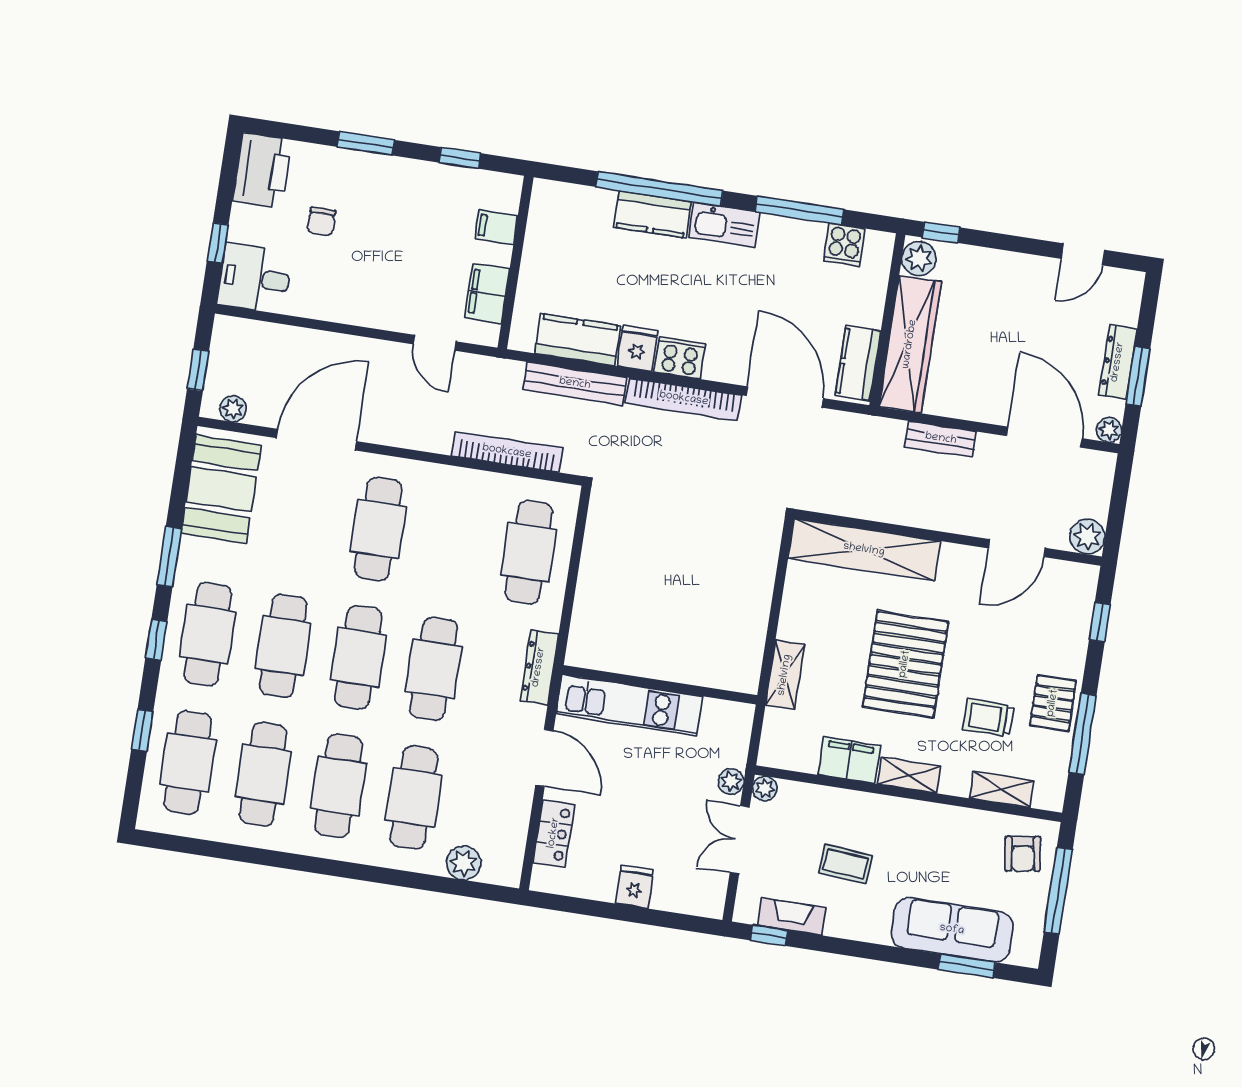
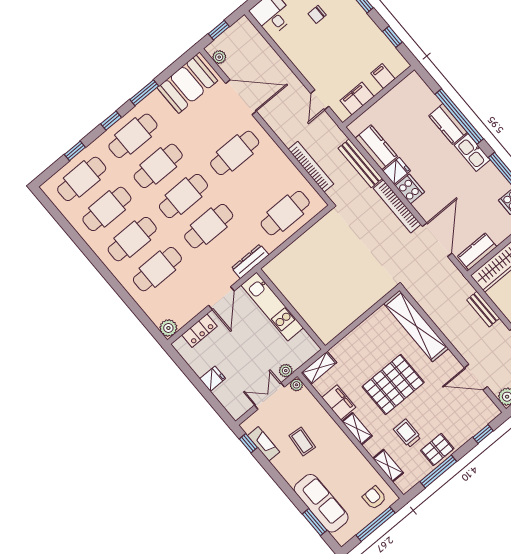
shelving: (785, 675) -> (319, 368), moved
armchair: (1023, 854) -> (374, 498), turned 98
plant: (464, 863) -> (168, 328), moved

